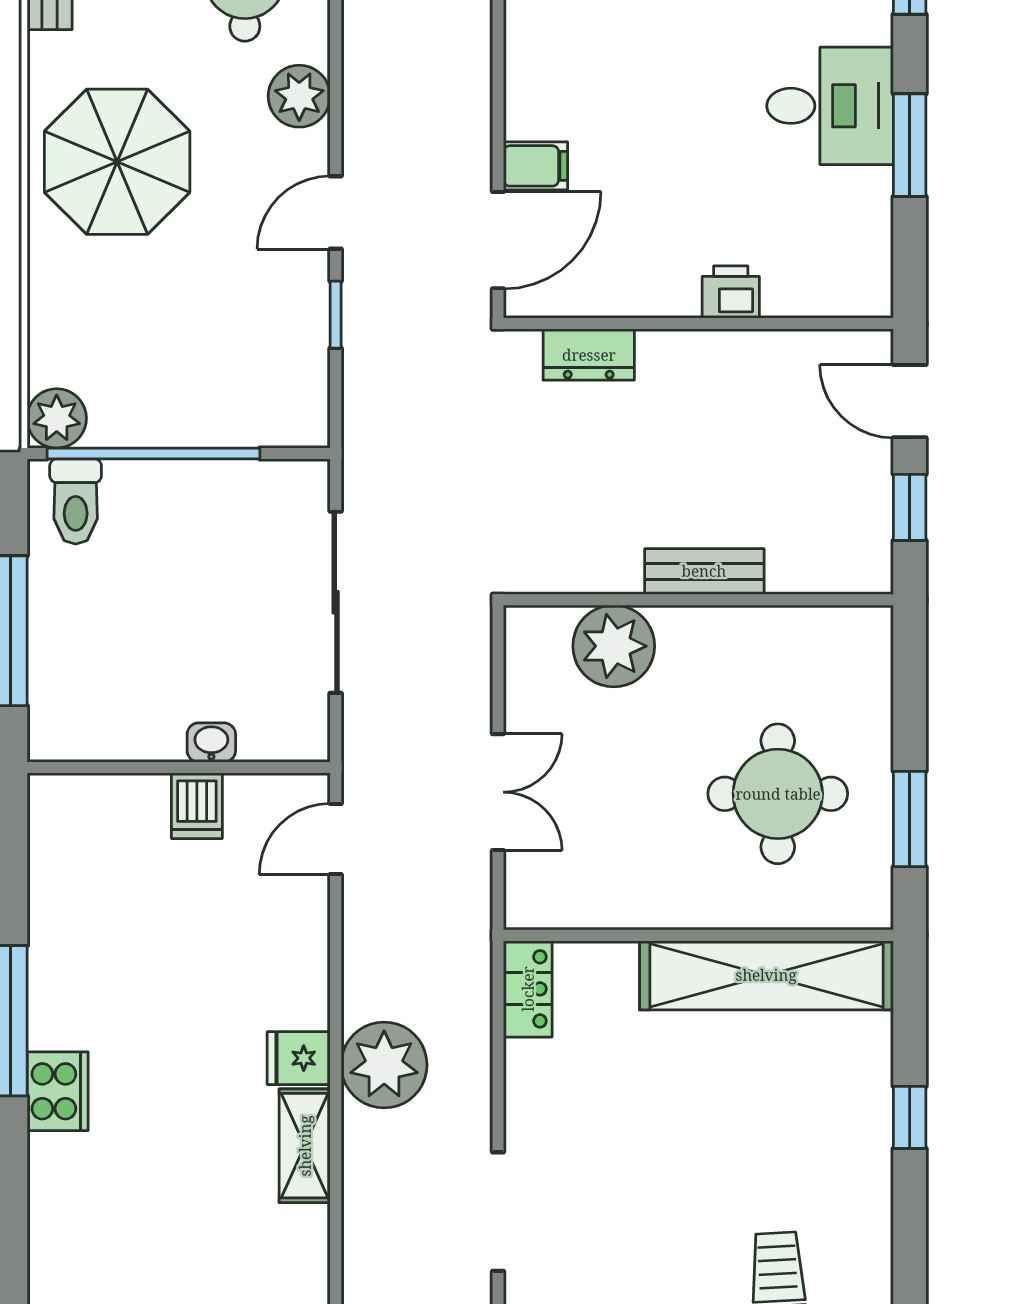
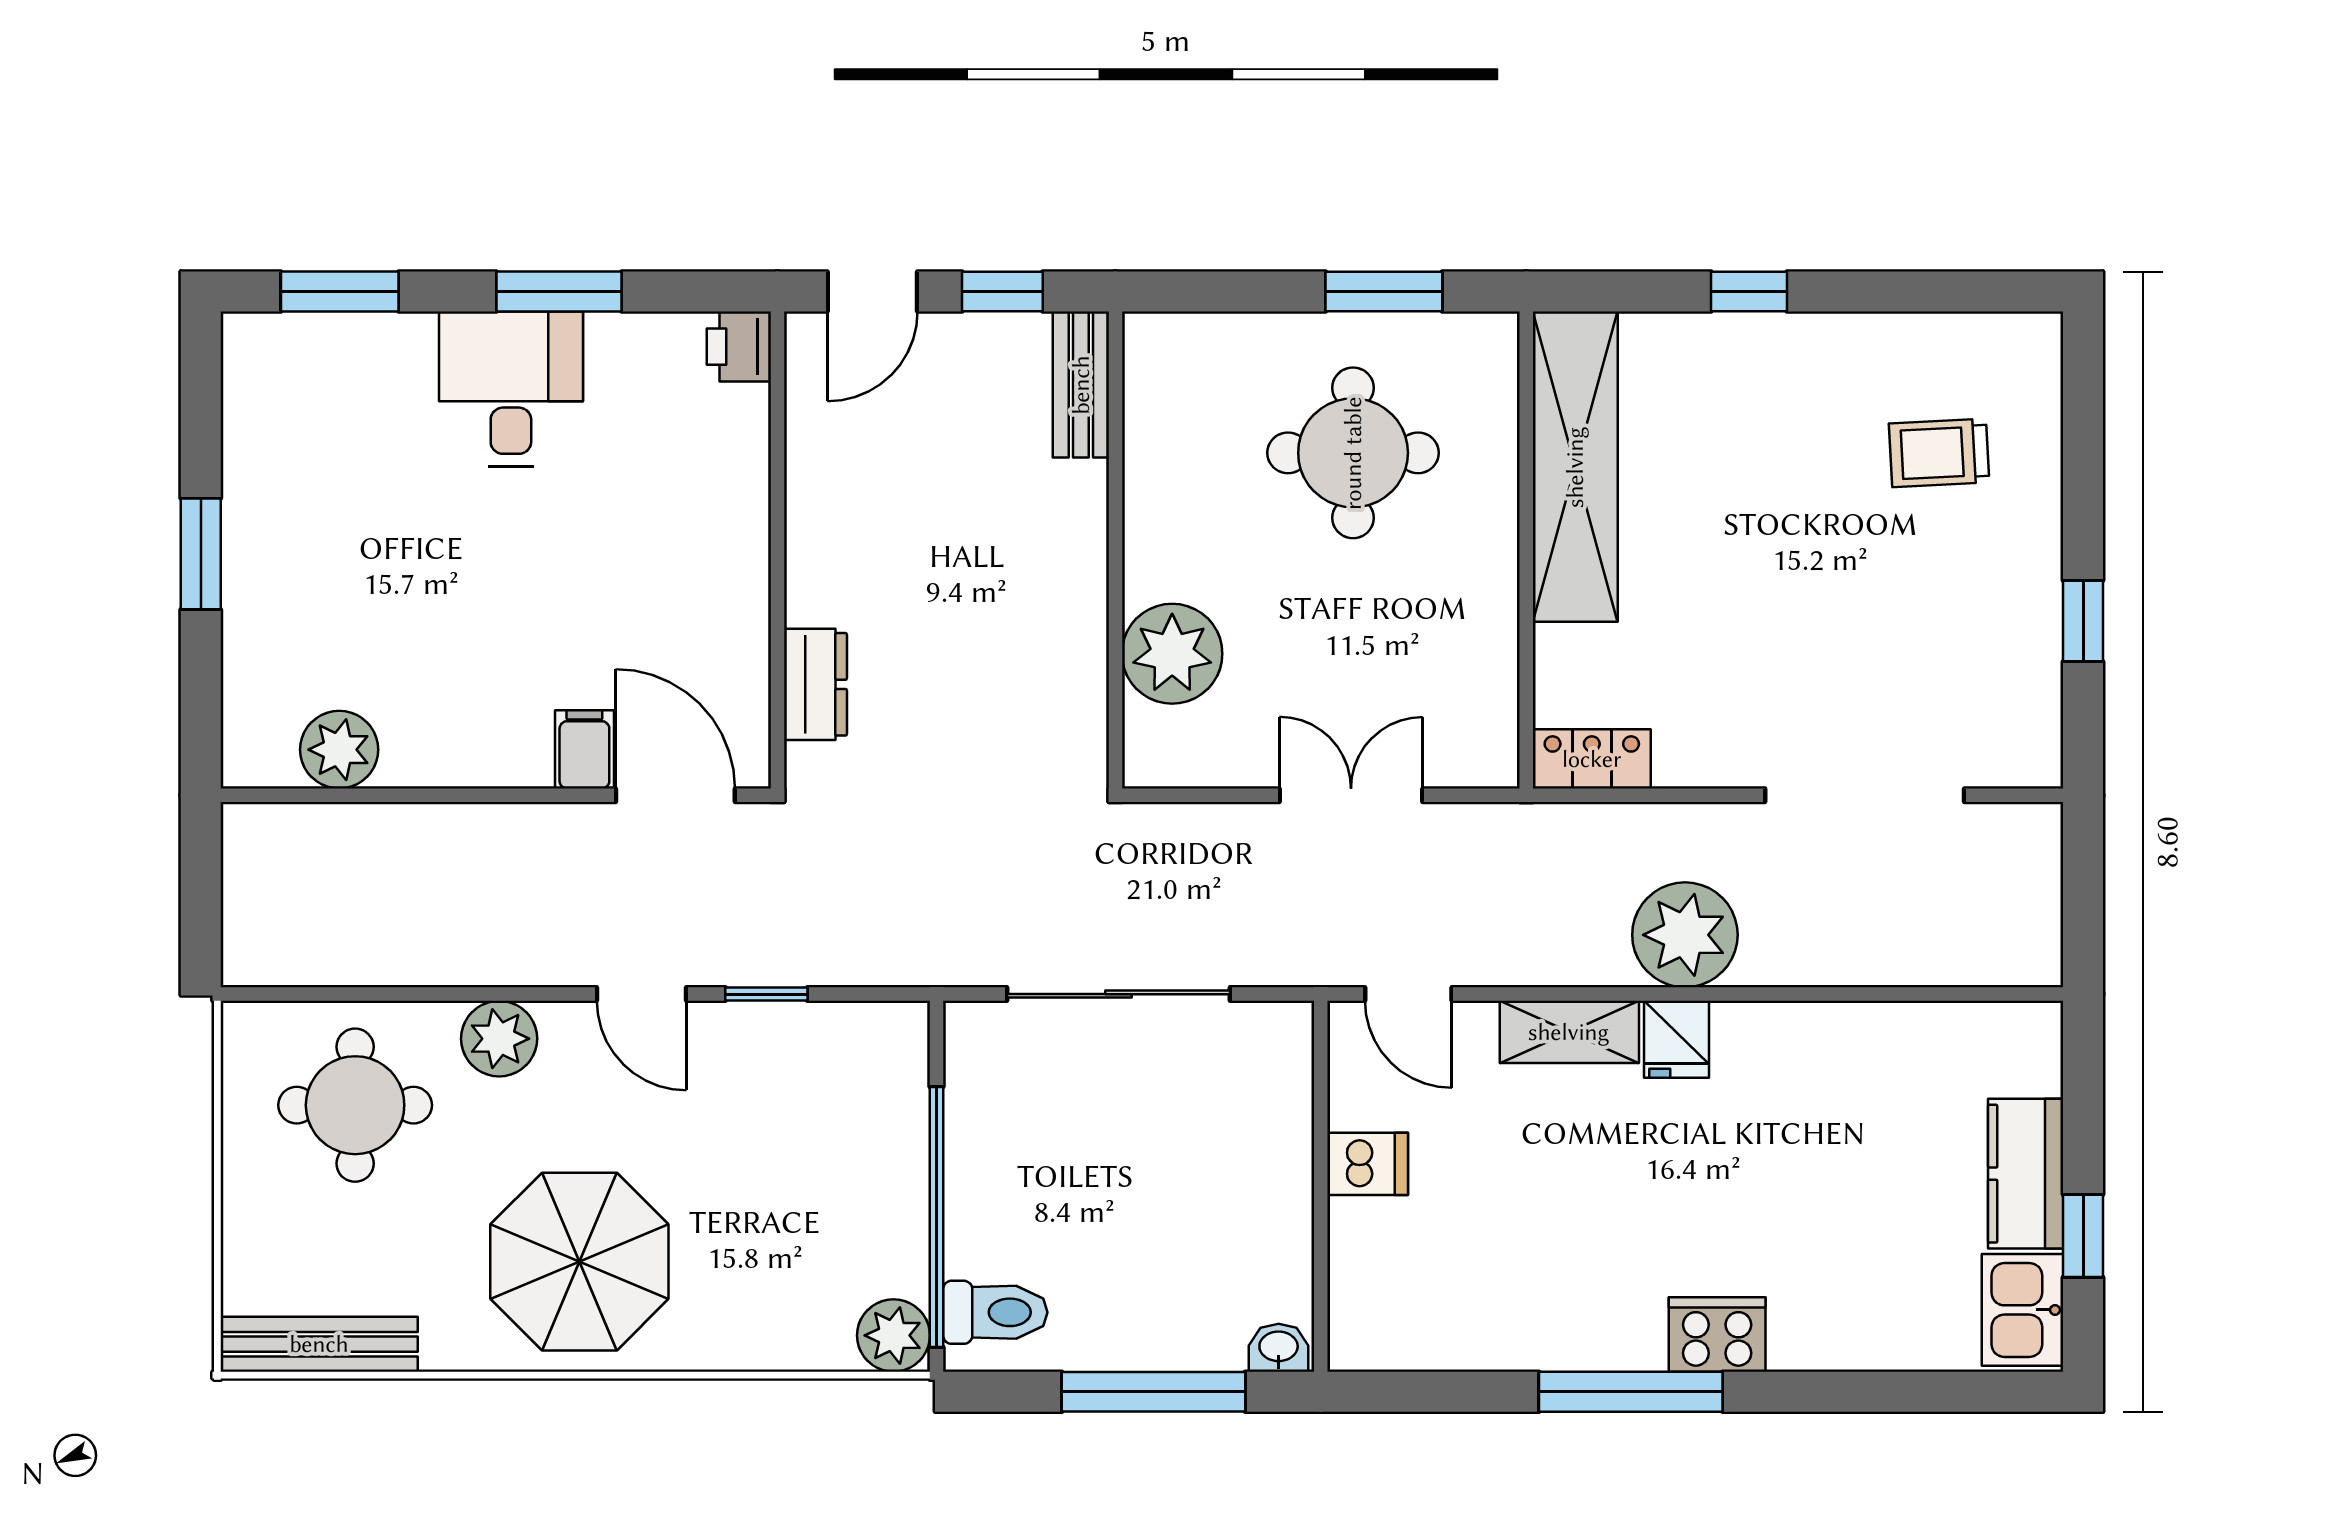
printer: (731, 292) -> (739, 347), moved
bench: (704, 571) -> (1081, 385), moved
washbasin: (211, 742) -> (1279, 1348), moved, turned 90
shelving: (305, 1146) -> (1569, 1032), moved
doorway: (498, 1212) -> (1865, 795), width x1.36

